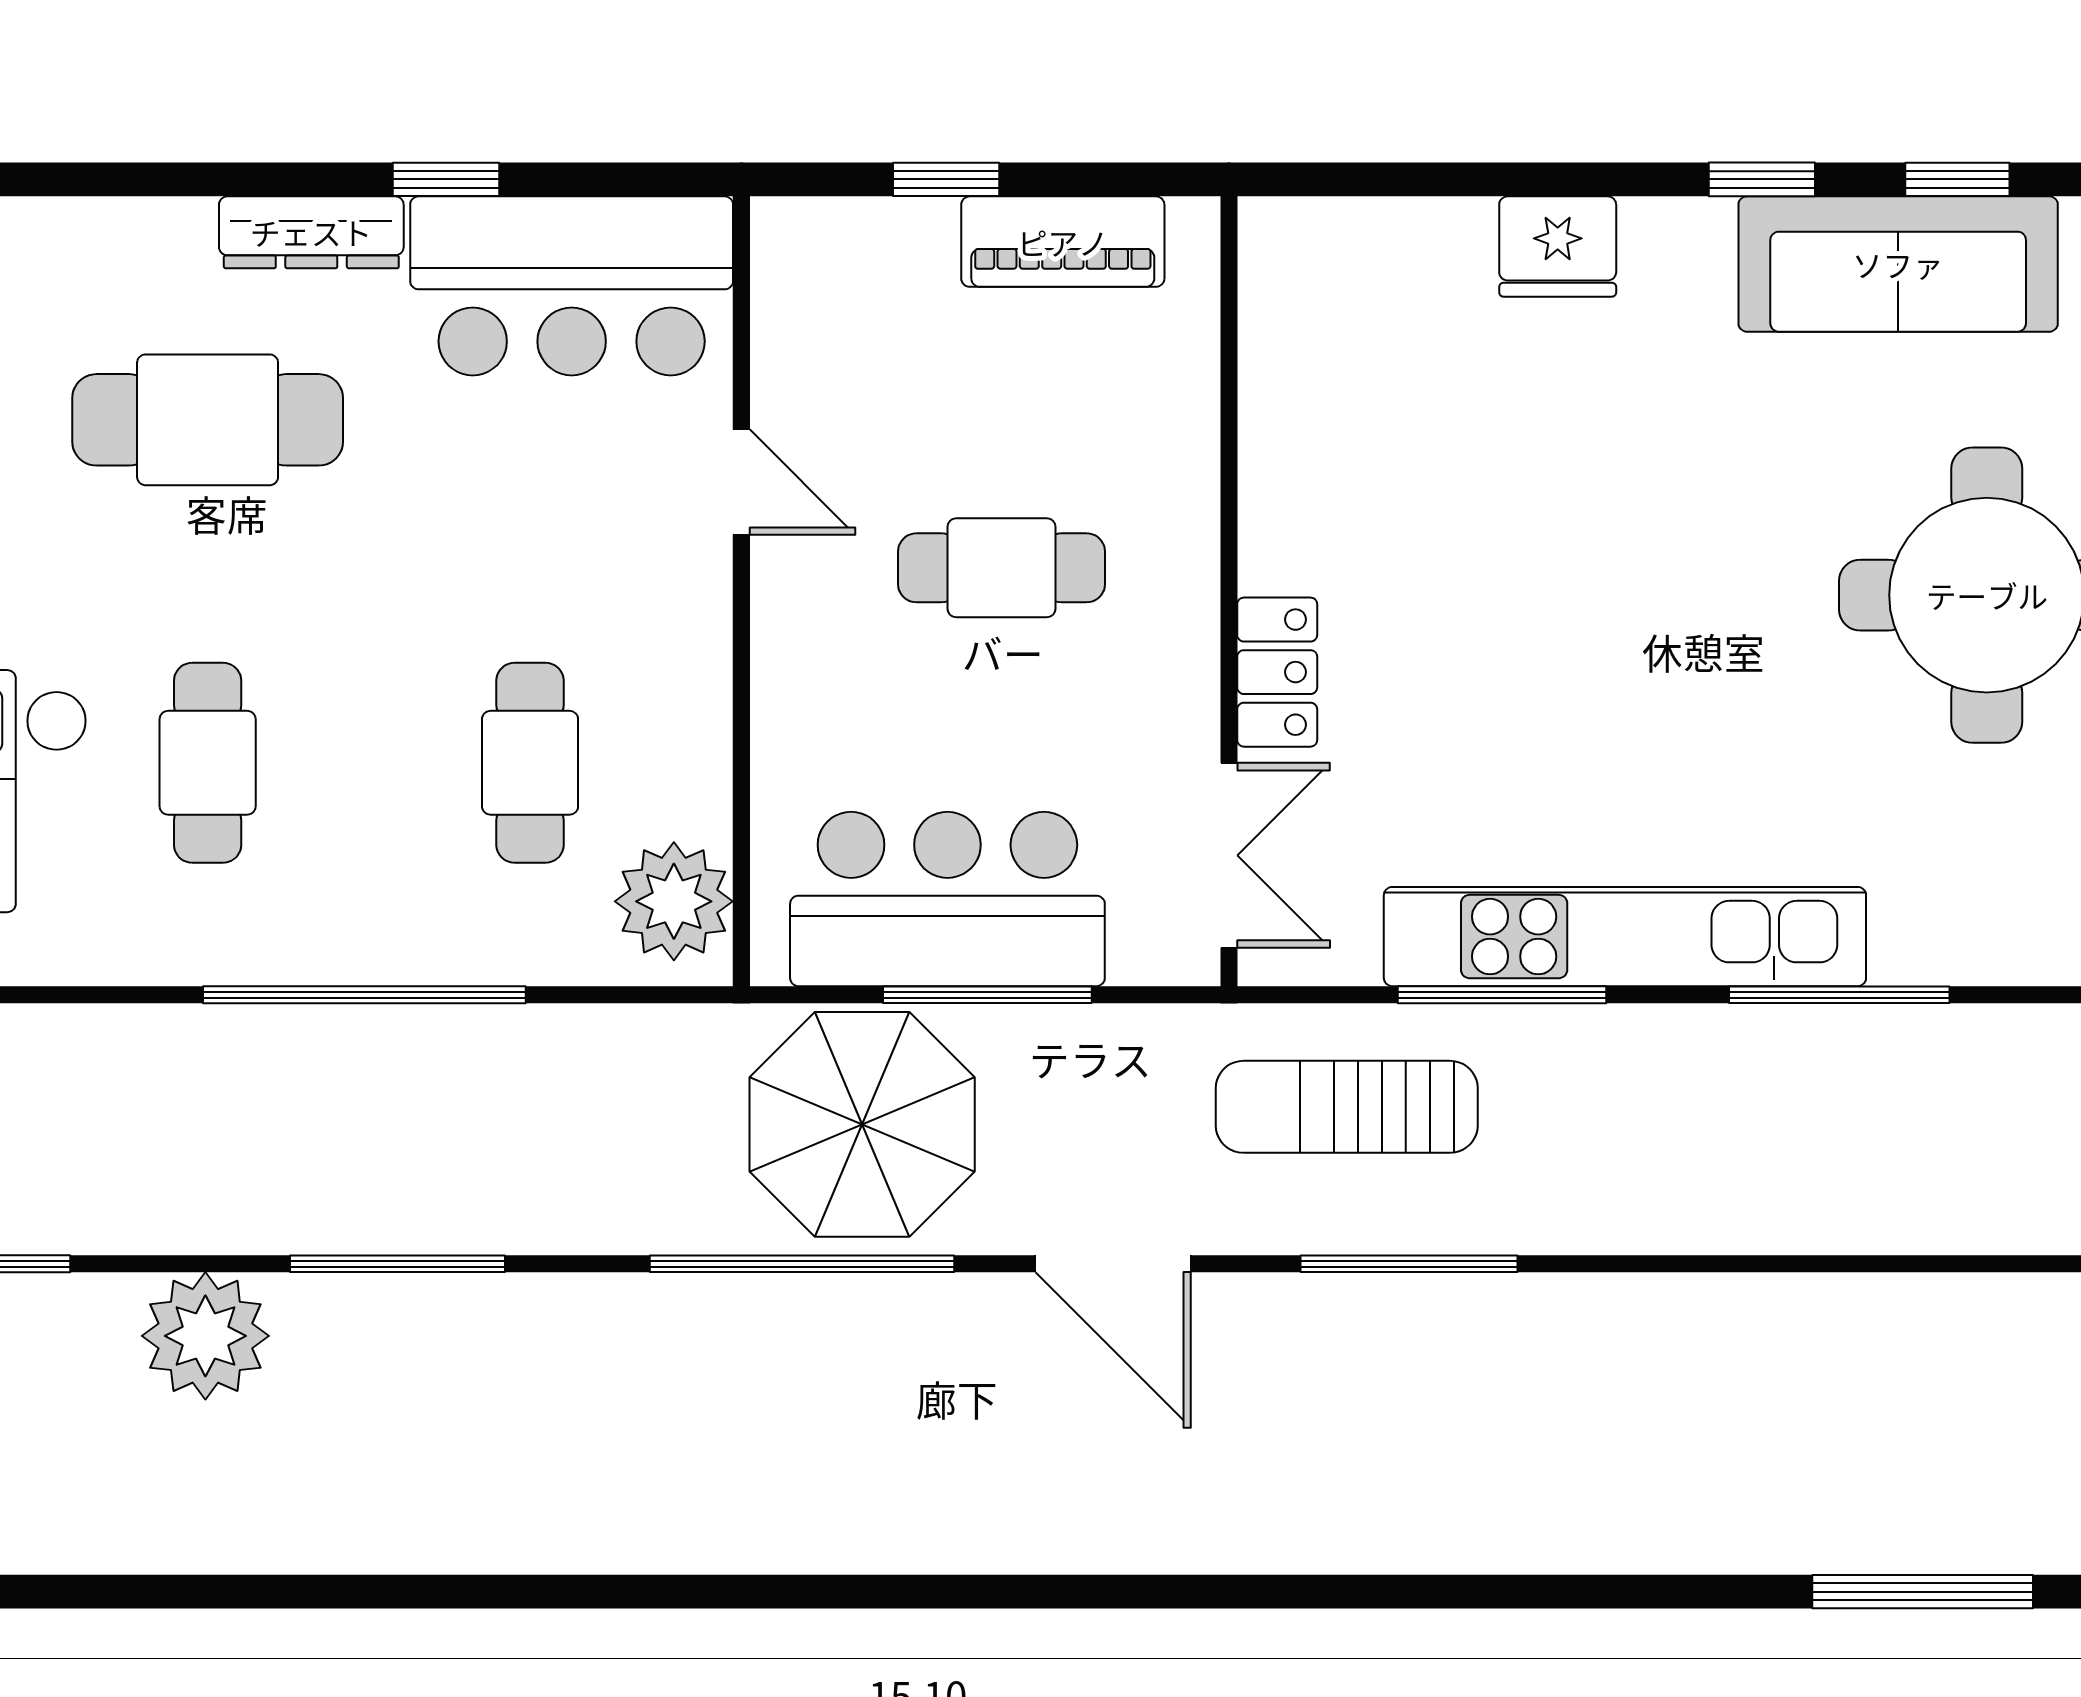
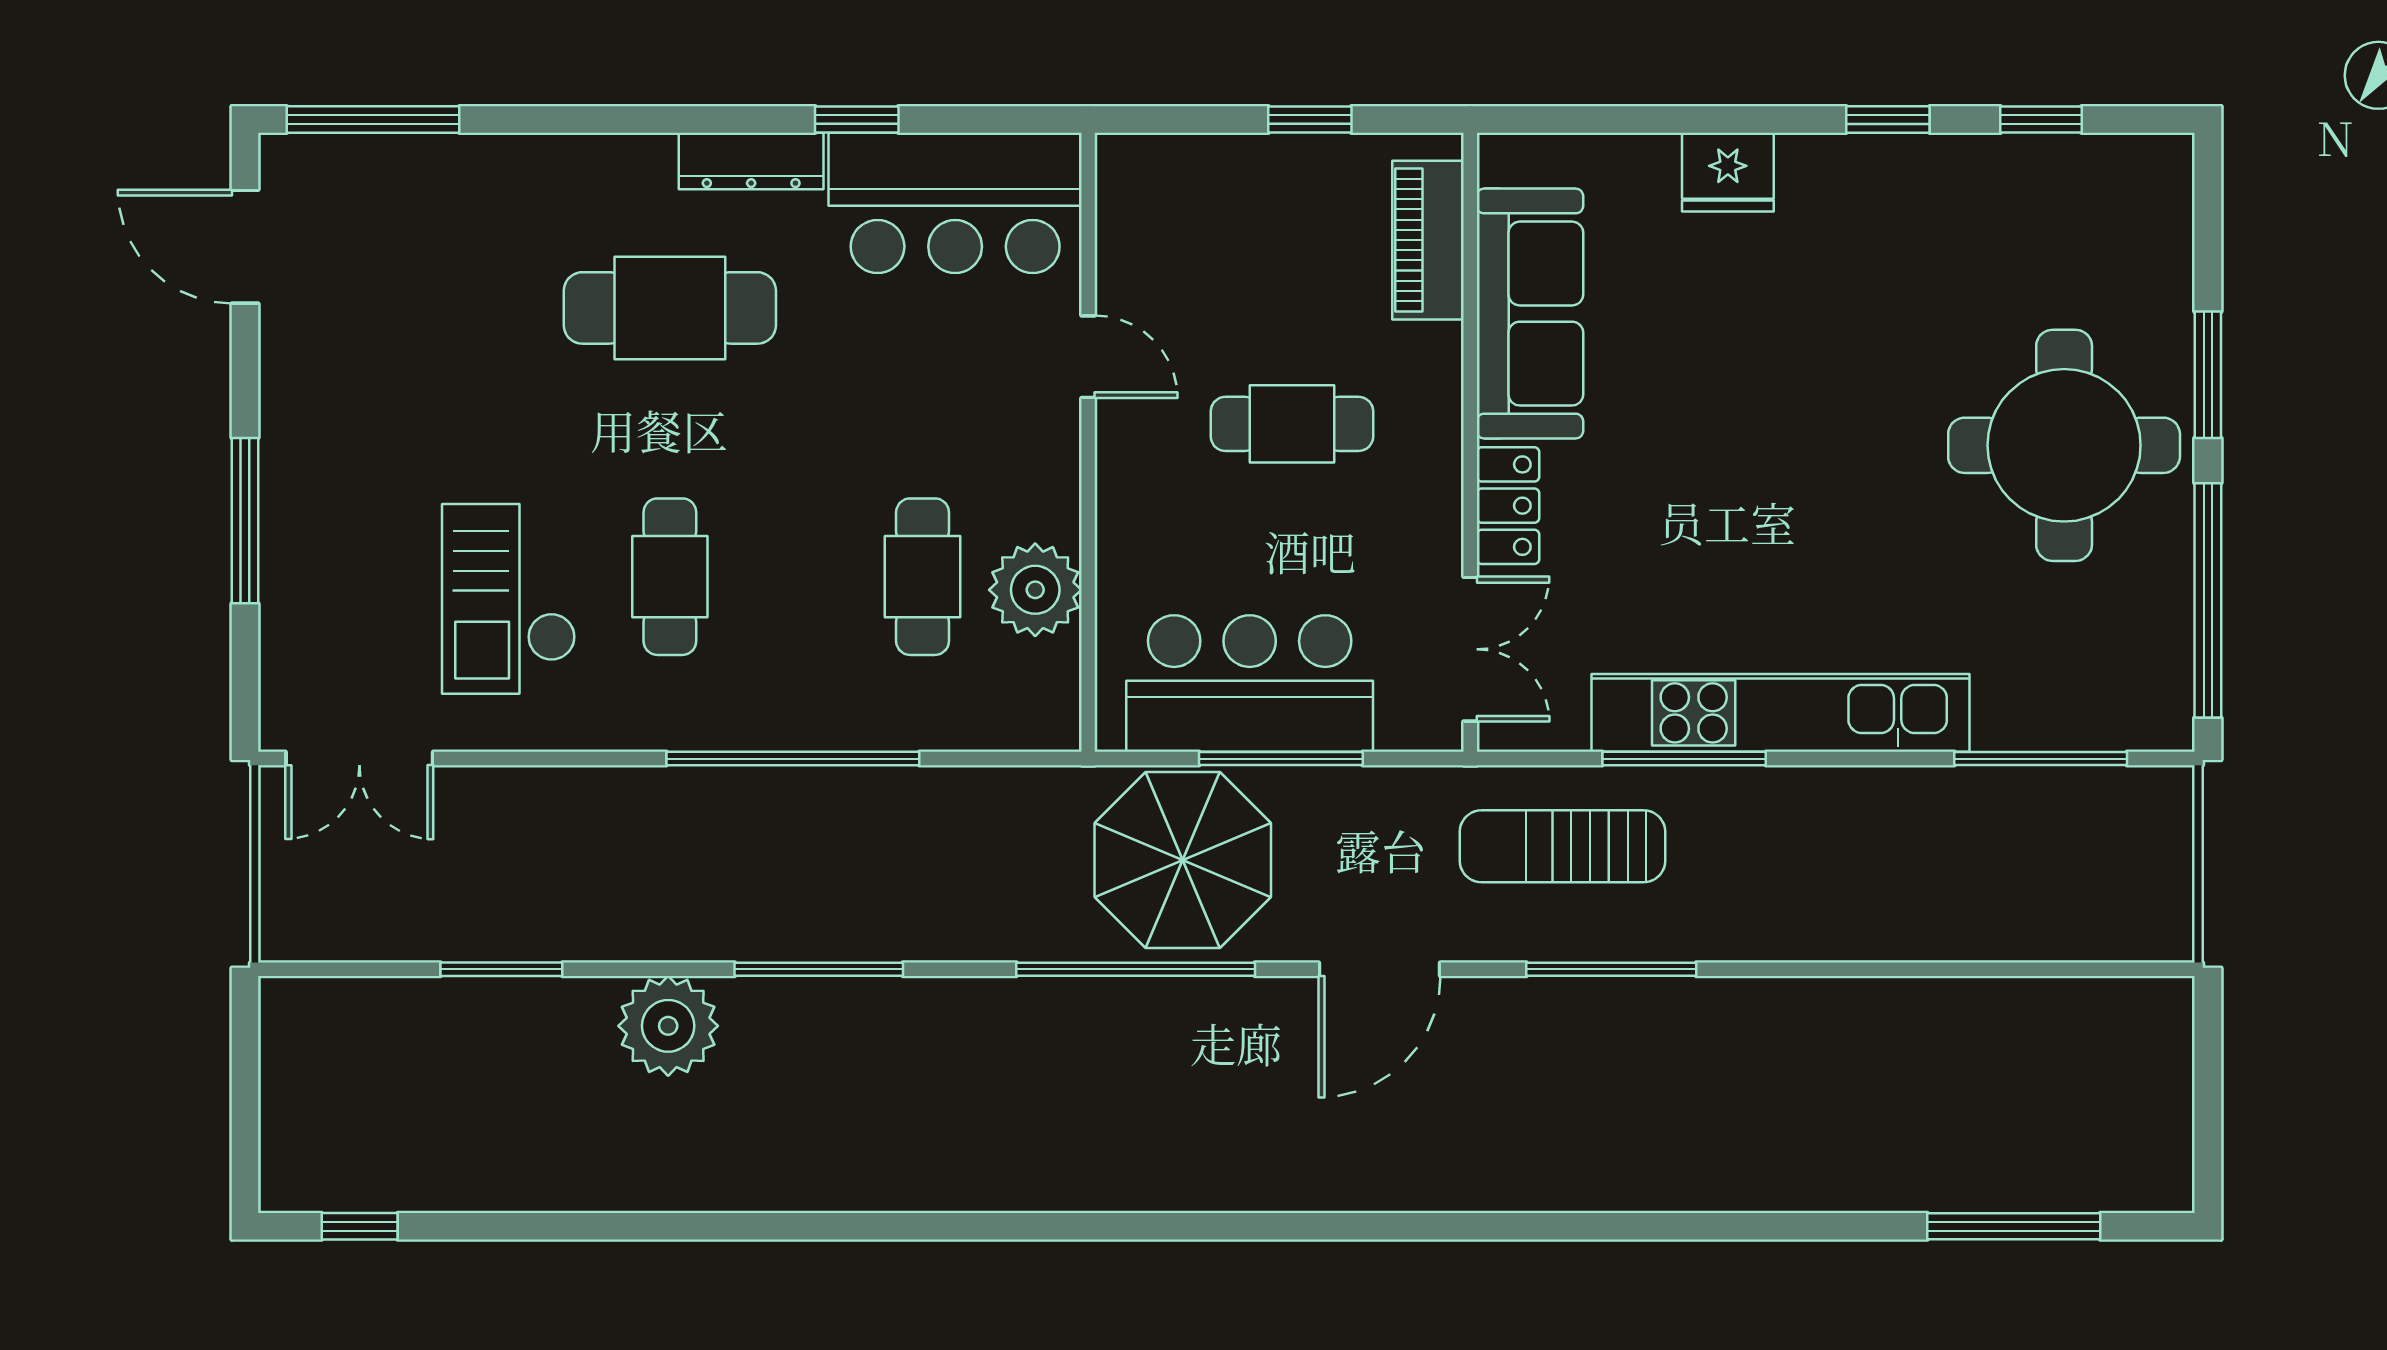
window: (946, 179) -> (1310, 120), moved
piano: (1063, 242) -> (1428, 240), moved, turned 90
sofa: (1898, 264) -> (1530, 314), moved, turned -90
plant: (674, 901) -> (1035, 590), moved
window: (1839, 995) -> (2041, 759), moved
door: (1113, 1264) -> (1379, 969), hinge flipped

